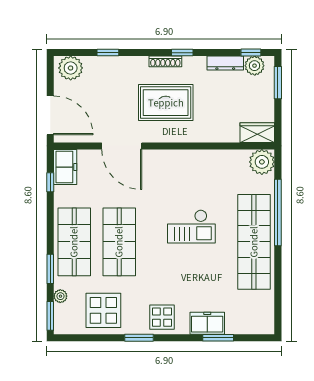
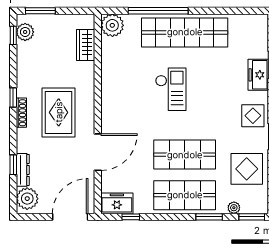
dresser: (225, 63) -> (23, 170), moved
wardrobe: (257, 133) -> (86, 45), moved

